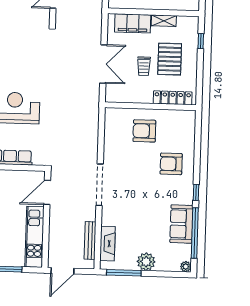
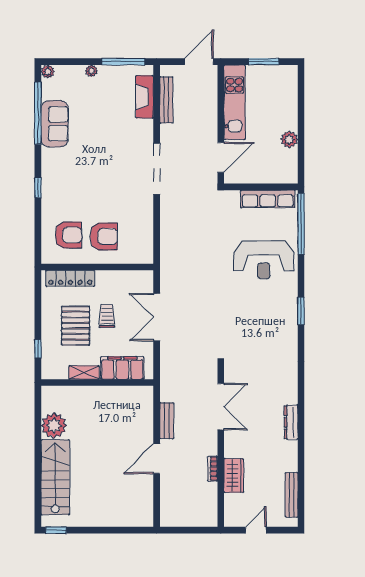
armchair: (171, 164) -> (68, 235), moved
window: (196, 192) -> (38, 188), moved
plant: (146, 262) -> (91, 71), width x0.53, depth x0.53

